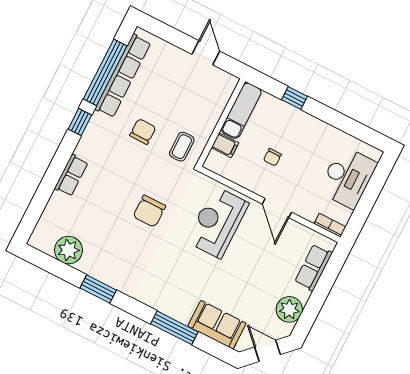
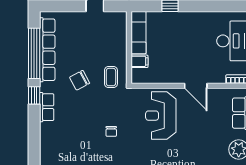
chair: (143, 131) -> (80, 80), turned -119
chair: (272, 157) -> (175, 53), removed
row of seats: (71, 175) -> (47, 107), moved
chair: (149, 211) -> (111, 131), width x0.54, depth x0.54

